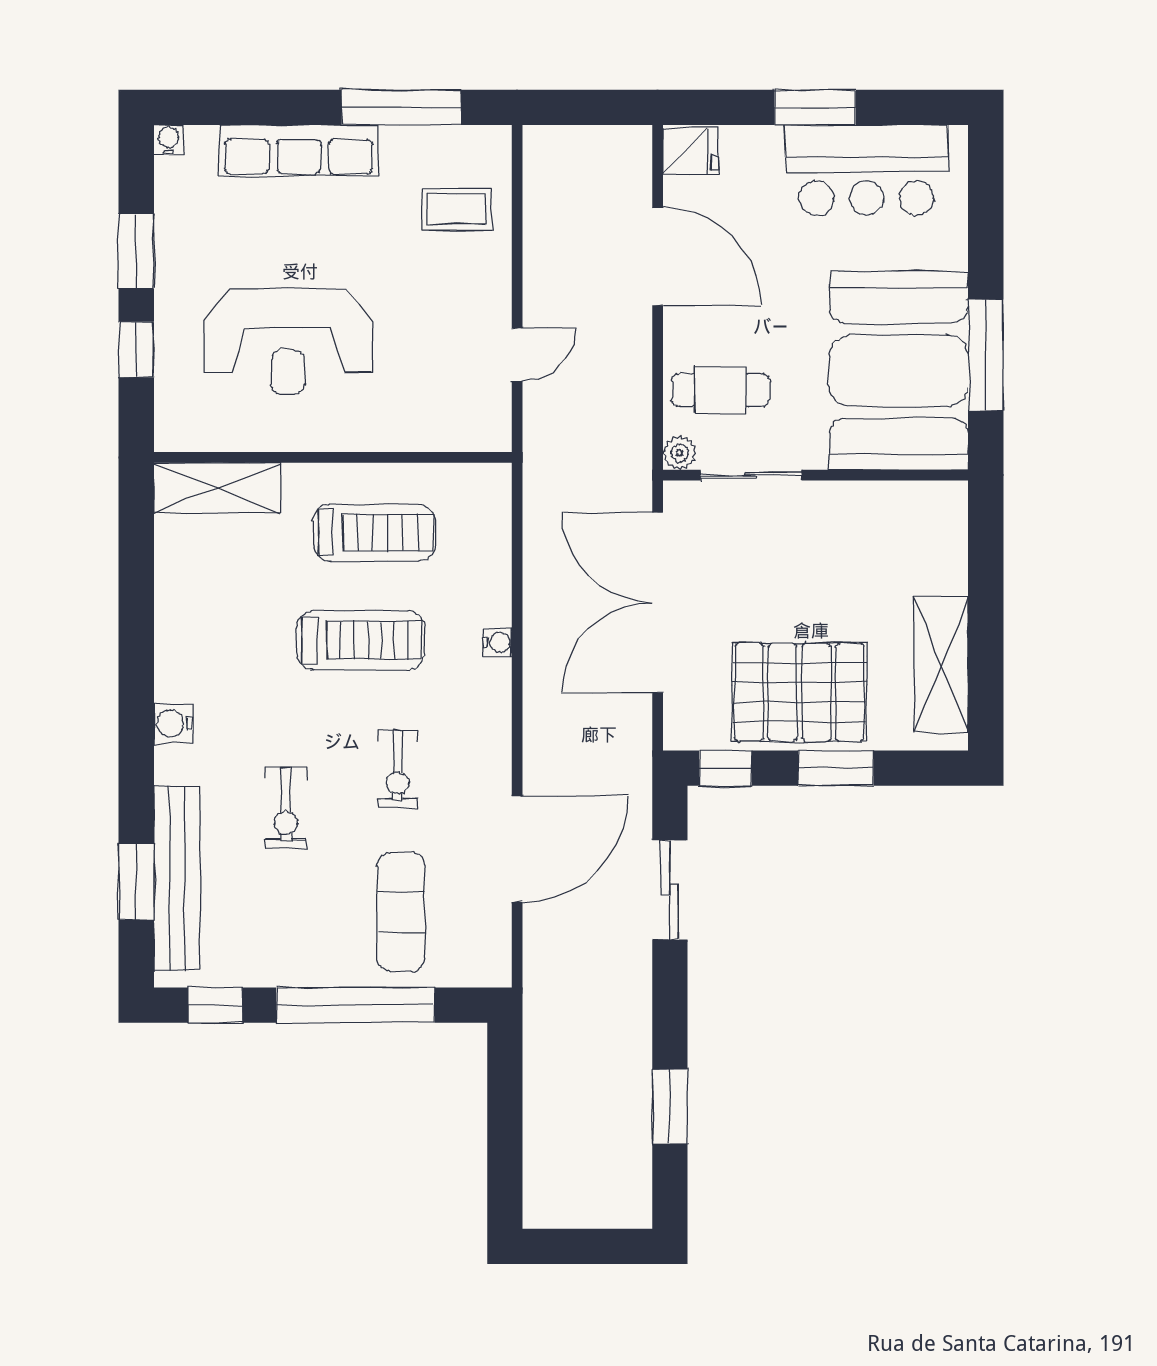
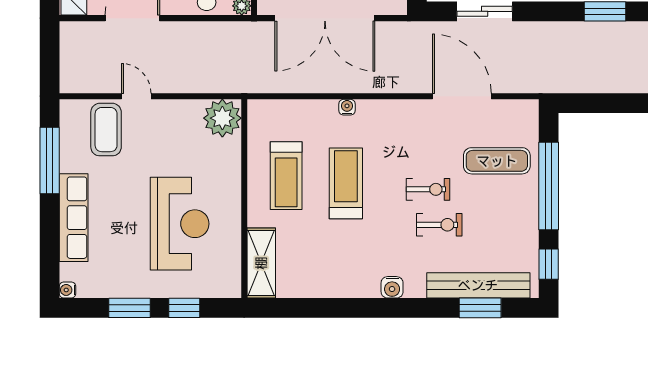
coffee table: (457, 209) -> (106, 130), width x1.36, depth x1.30
door: (517, 355) -> (136, 96), moved
plant: (478, 418) -> (222, 118), added
treadmill: (374, 533) -> (286, 176), turned 180
exercise bike: (398, 769) -> (428, 189), moved

